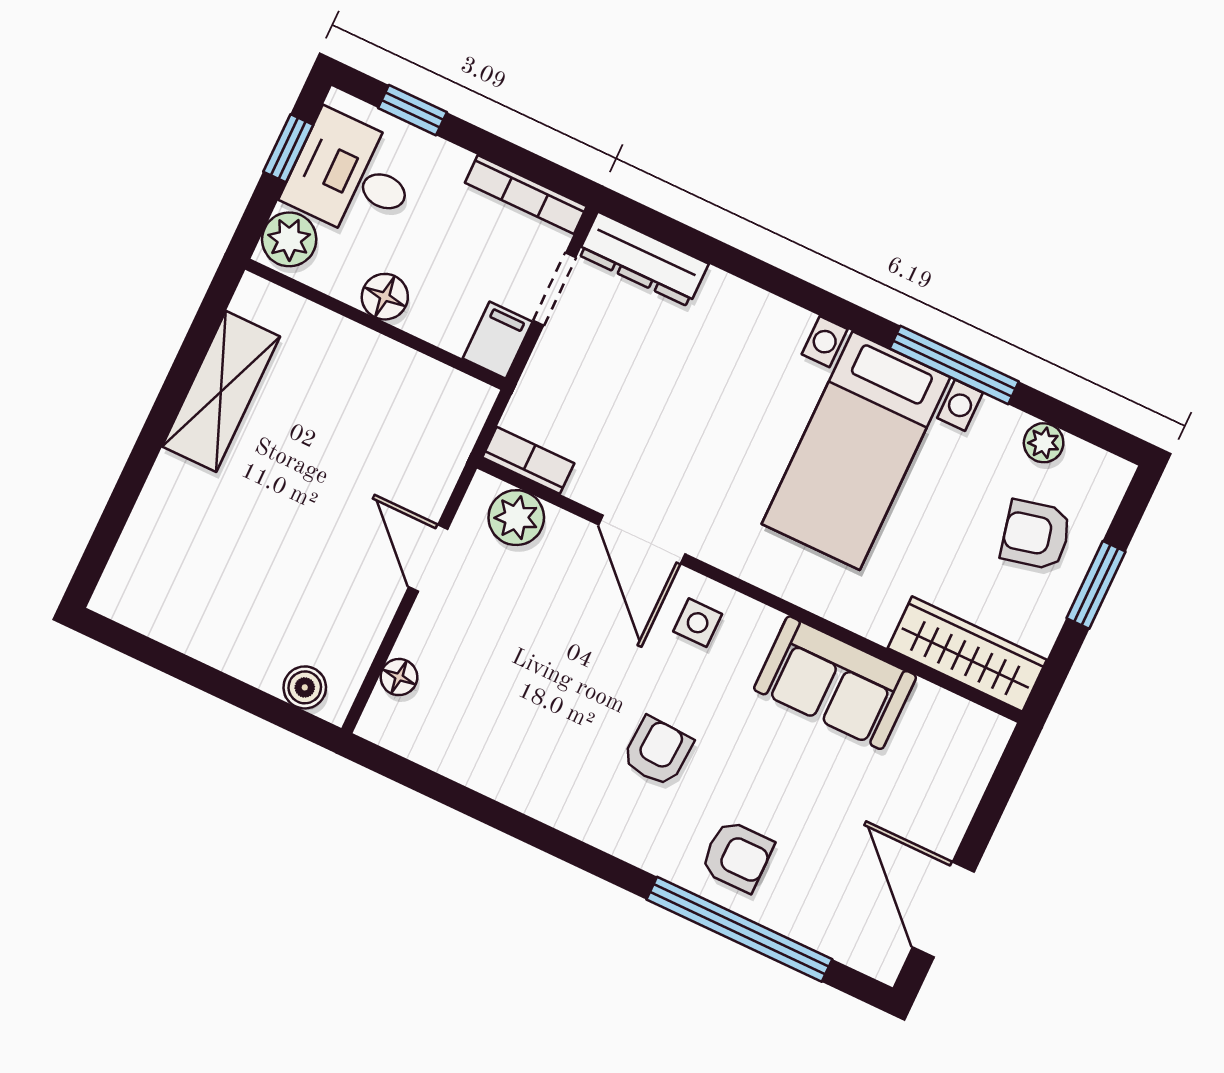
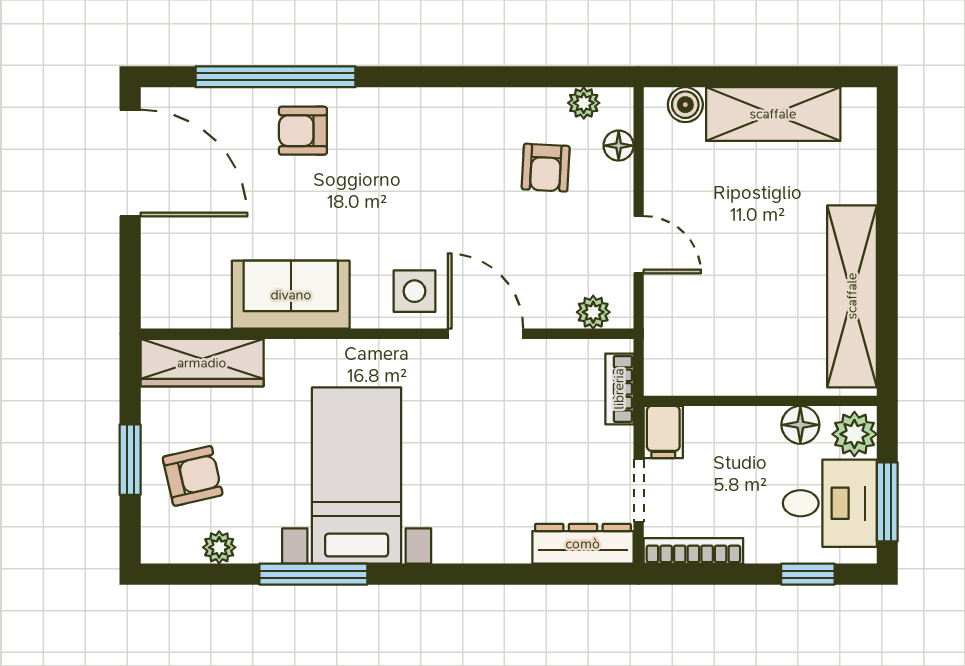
window: (288, 148) -> (887, 502), width x1.50
floor lamp: (385, 297) -> (800, 425), moved
shelving: (221, 391) -> (852, 296), width x1.47
bookcase: (528, 460) -> (619, 389), moved, turned 90
plant: (516, 518) -> (593, 312), width x0.73, depth x0.73
side table: (698, 623) -> (414, 291), width x1.37, depth x1.37
shelving: (213, 632) -> (773, 114), added
plant: (415, 742) -> (584, 103), added
armchair: (658, 751) -> (546, 168), moved
door: (943, 910) -> (130, 163), width x1.36

